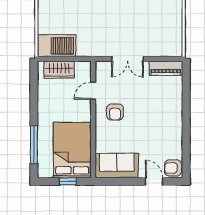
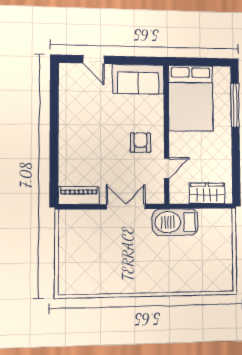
barbecue: (57, 46) -> (175, 222), moved
armchair: (173, 168) -> (71, 75), removed
window: (68, 181) -> (195, 62), removed

